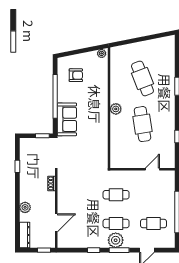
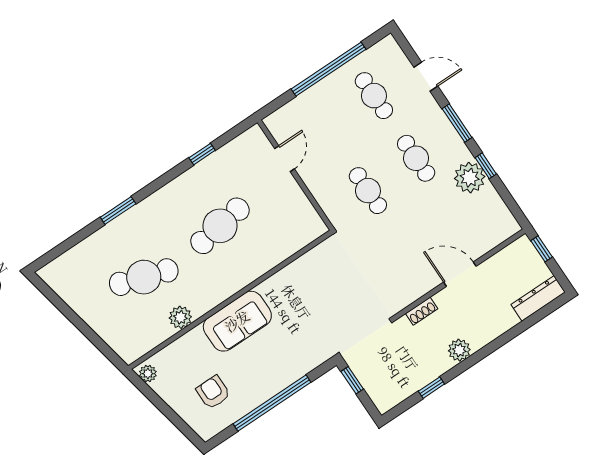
cafe table: (142, 78) -> (144, 277), turned 39
plant: (116, 109) -> (180, 317), moved
sofa: (67, 119) -> (237, 321), moved, turned 180
door: (152, 169) -> (284, 159), swing flipped
plant: (25, 207) -> (459, 350), moved
door: (56, 223) -> (460, 274), moved
plant: (116, 240) -> (470, 178), moved

